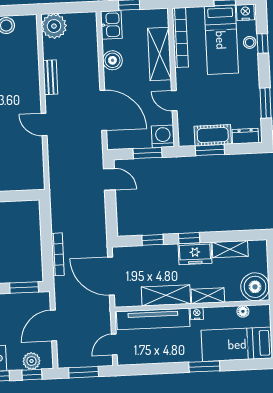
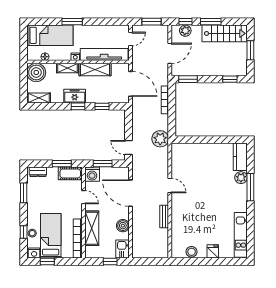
plant: (54, 26) -> (160, 139), moved
cot: (213, 135) -> (70, 173), moved
shelving: (230, 249) -> (39, 98), moved

